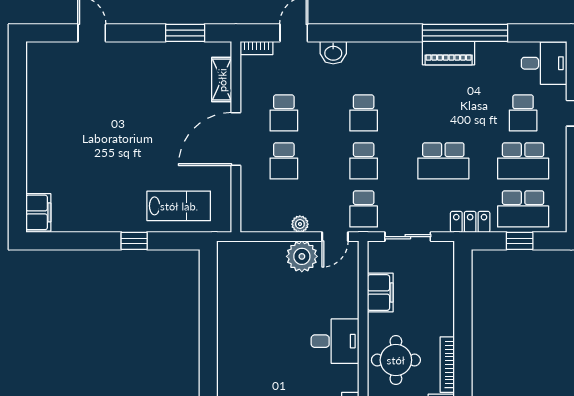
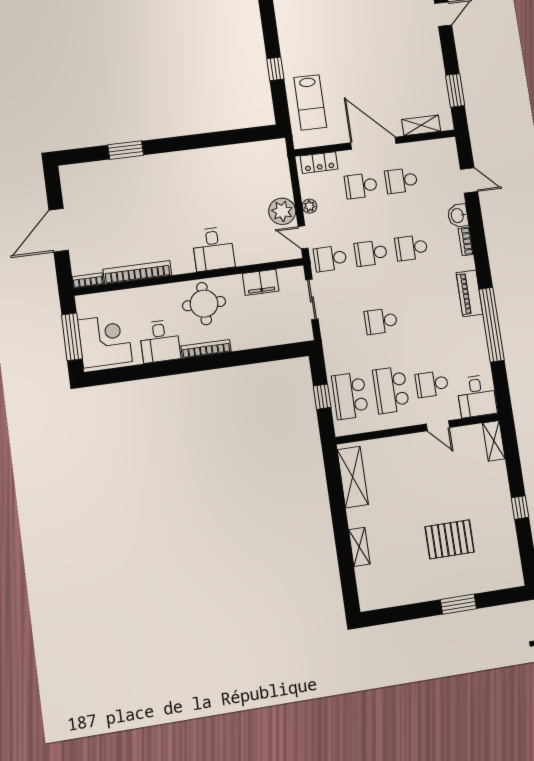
bookcase: (257, 48) -> (466, 241), moved
piano: (449, 53) -> (469, 293), moved
school desk: (443, 161) -> (381, 321), width x0.54
locker: (470, 222) -> (319, 163), moved, turned 90

